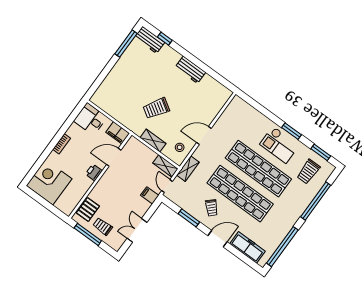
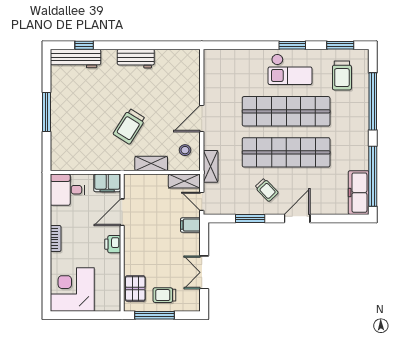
workbench: (149, 40) -> (75, 59), width x1.38
window: (126, 44) -> (46, 112), moved
freezer: (248, 247) -> (359, 193), moved, turned -90

